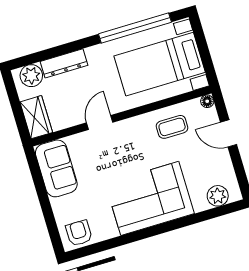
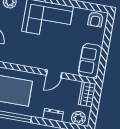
dresser: (64, 63) -> (53, 115), width x0.70
coffee table: (172, 127) -> (16, 52), removed

